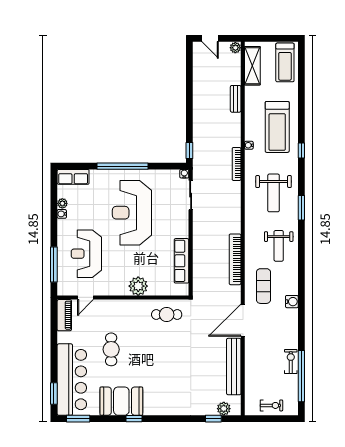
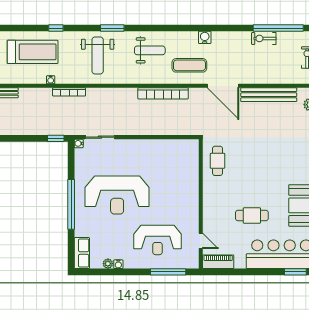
weight bench: (274, 193) -> (98, 55), turned 90
row of seats: (181, 261) -> (165, 146), removed
plant: (138, 286) -> (189, 189), removed

